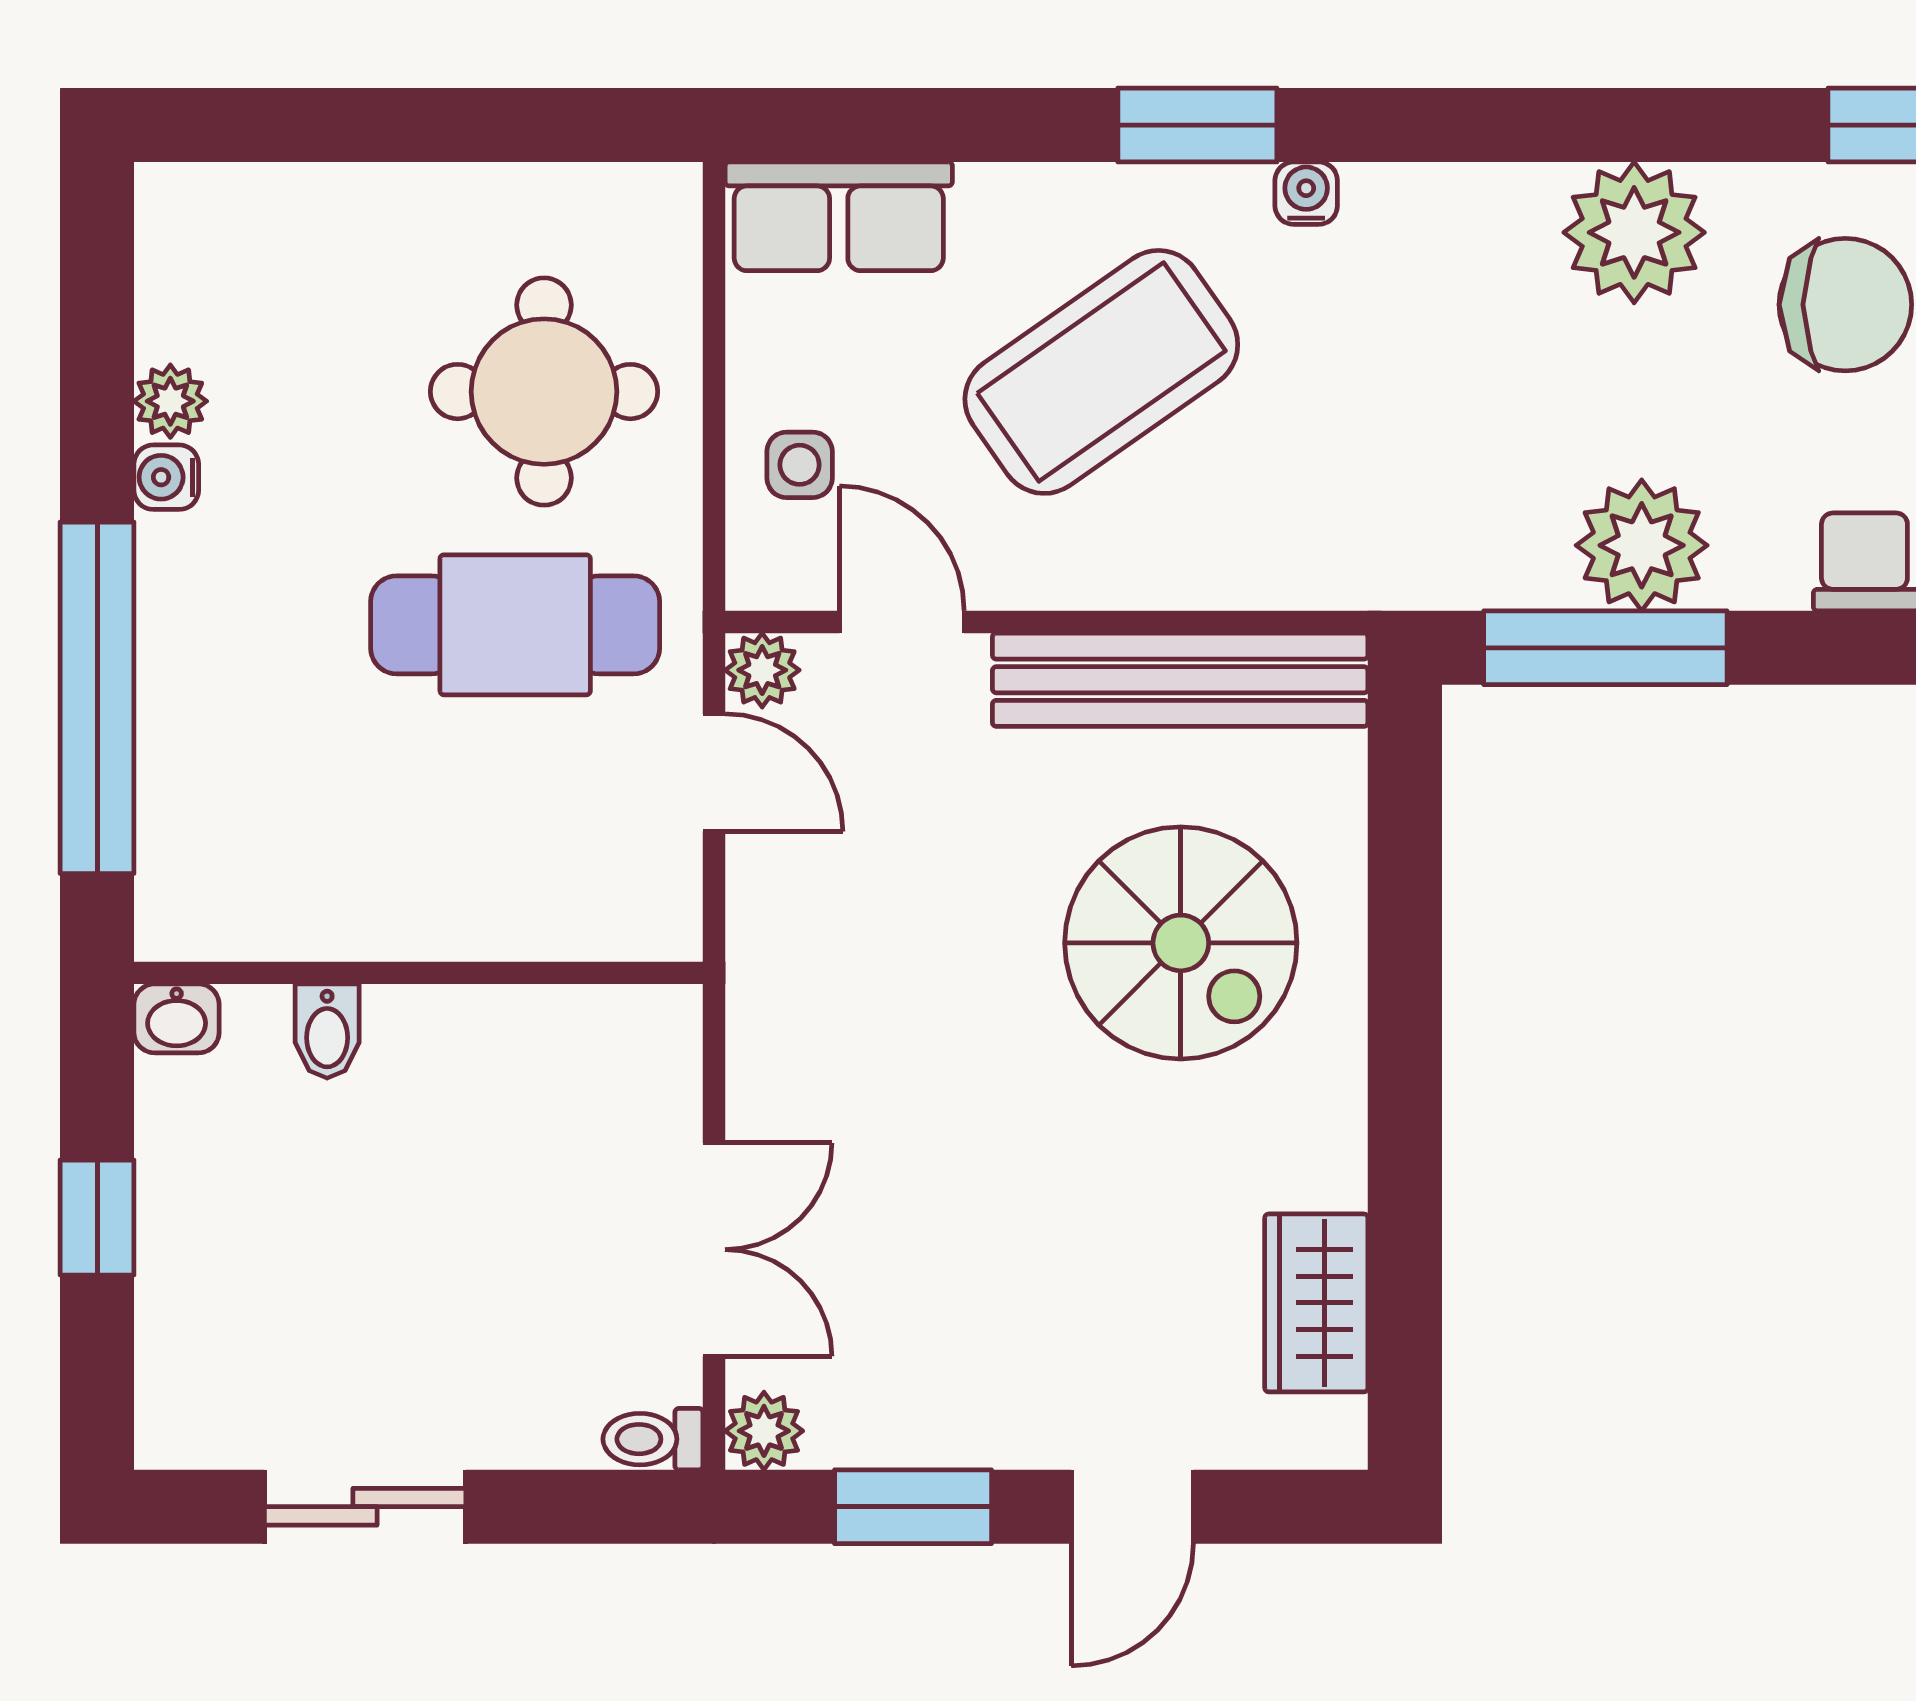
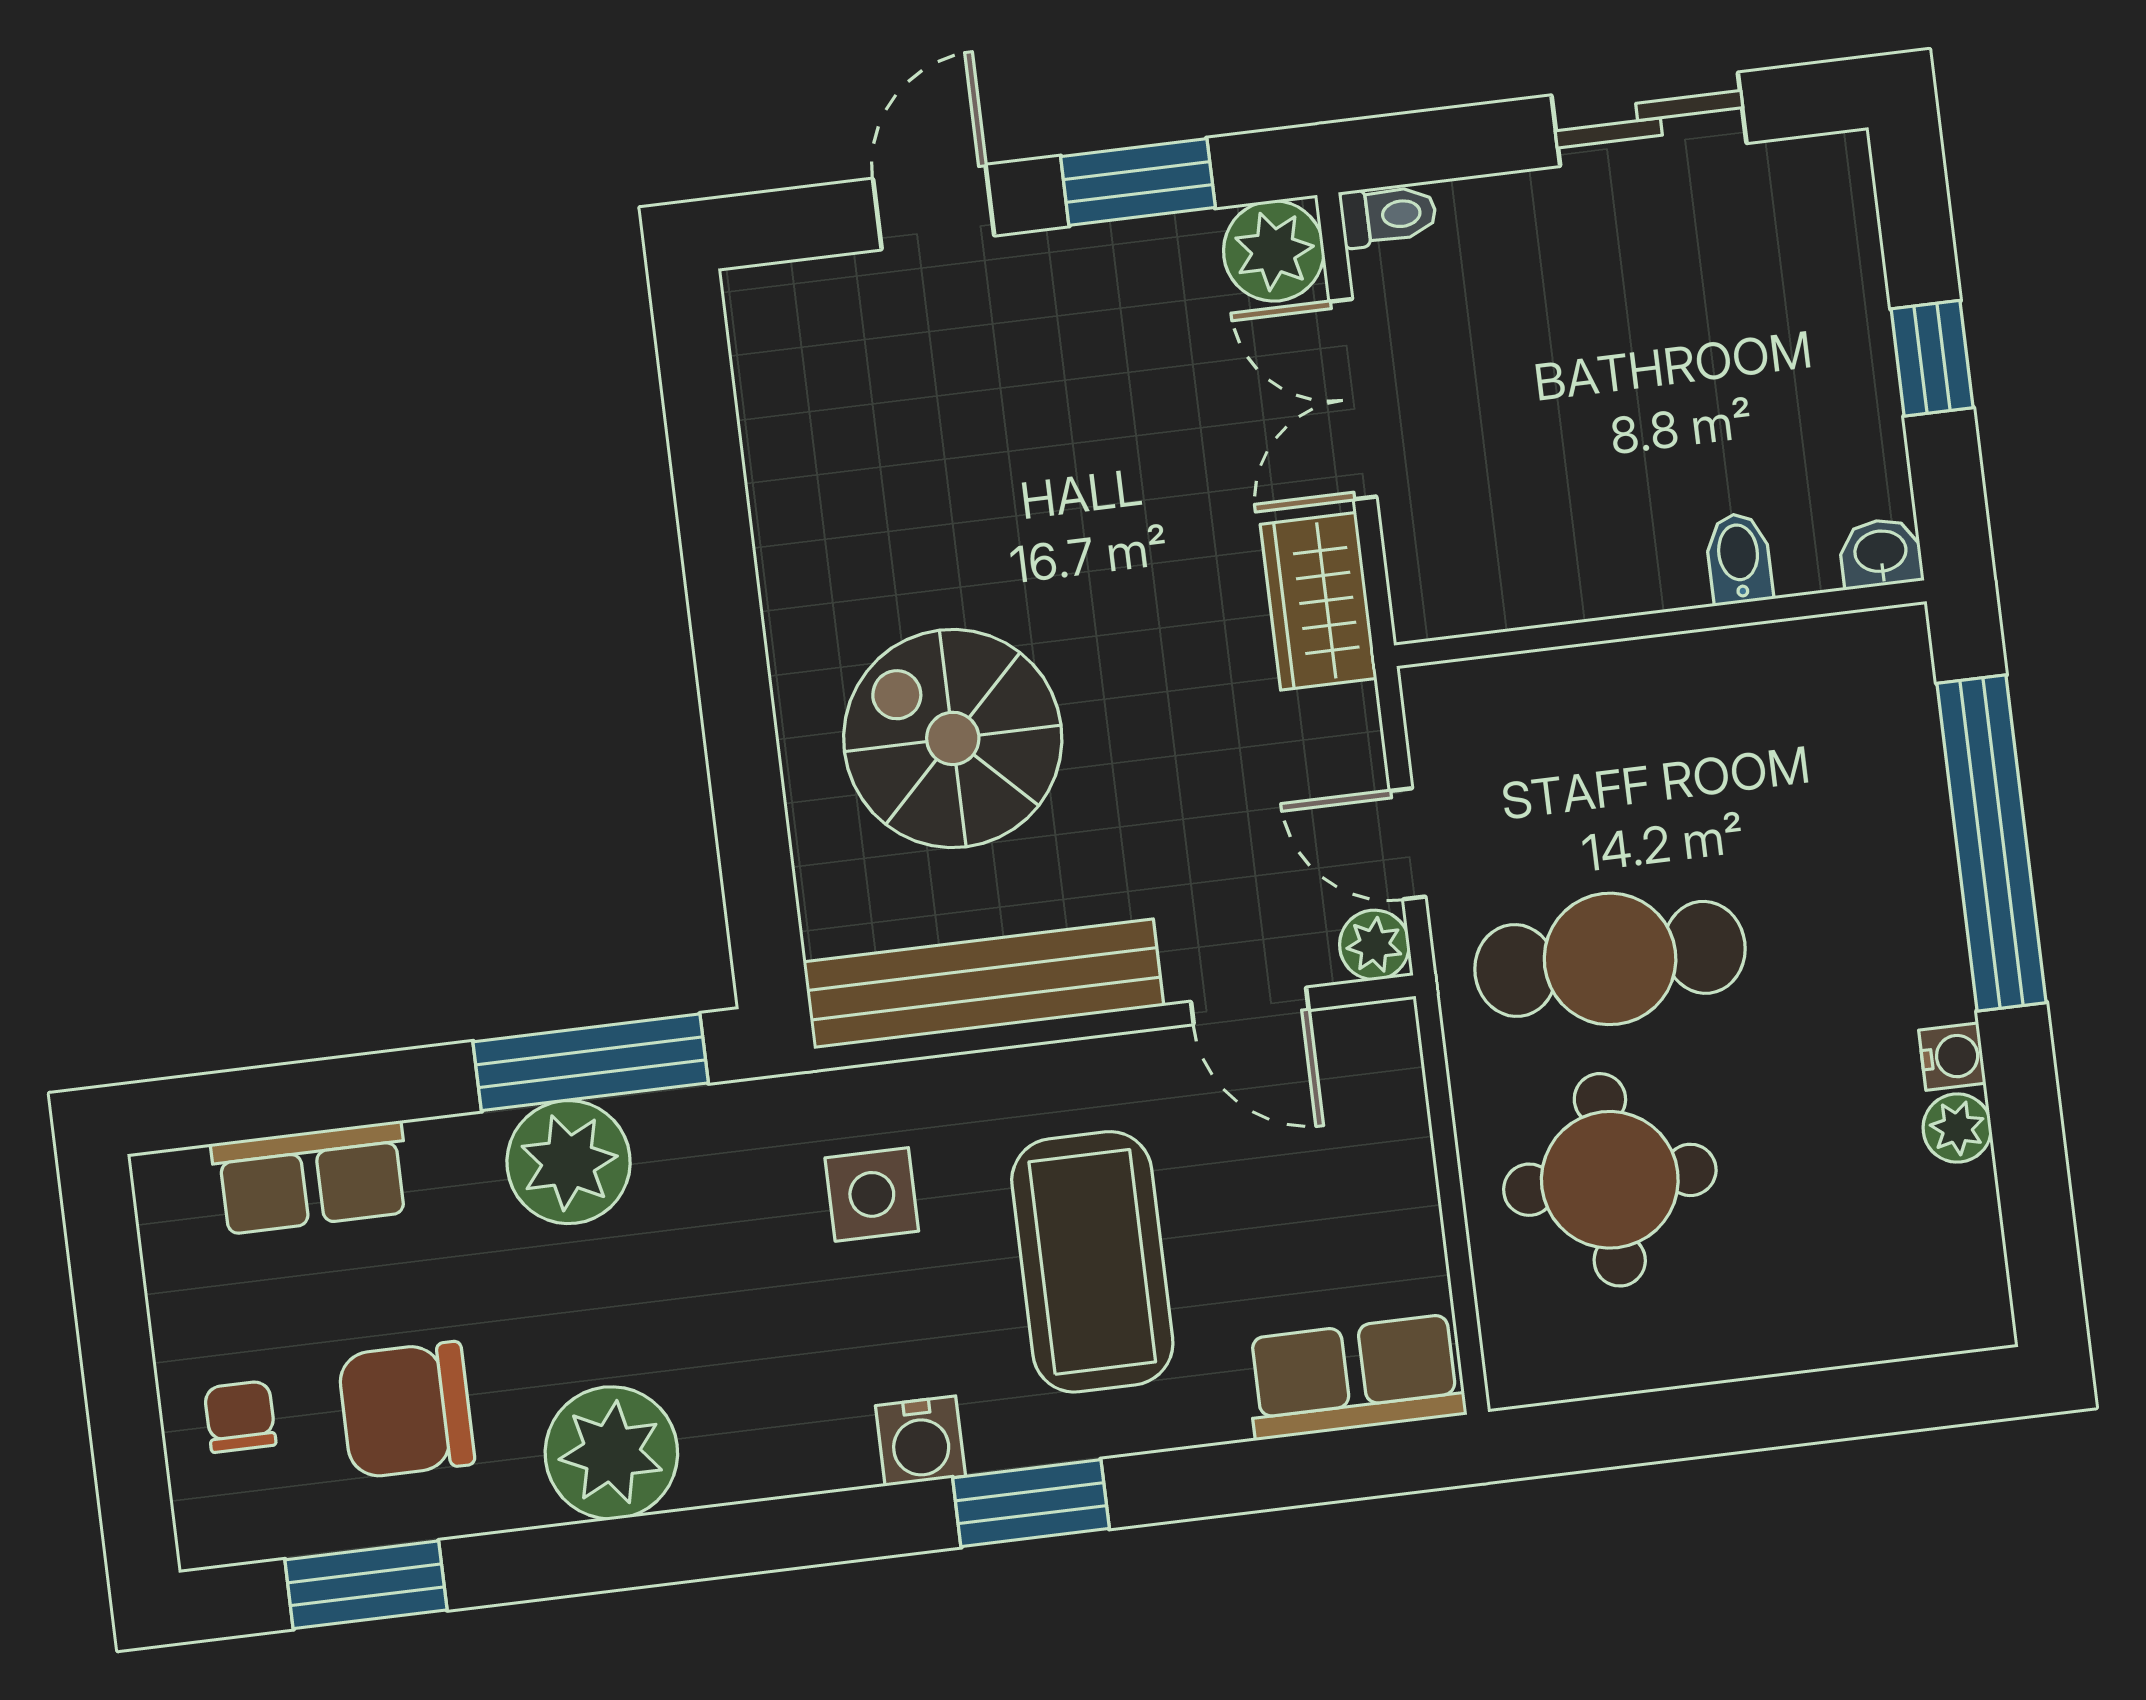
water cooler: (1306, 193) -> (920, 1441), width x1.38, depth x1.38
coffee table: (1101, 372) -> (1092, 1262), turned -55
side table: (800, 465) -> (872, 1194), moved, width x1.37, depth x1.37
wardrobe: (1316, 1303) -> (1319, 601), moved, turned 180
plant: (764, 1431) -> (1274, 251), width x1.38, depth x1.38

